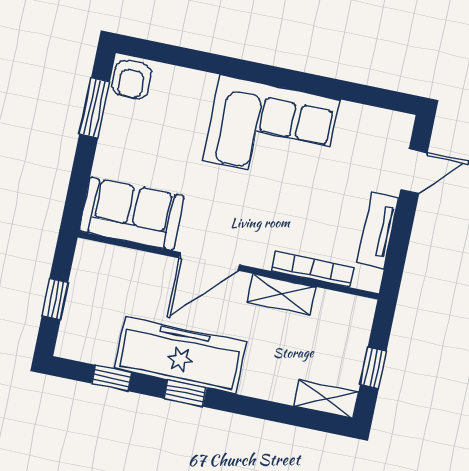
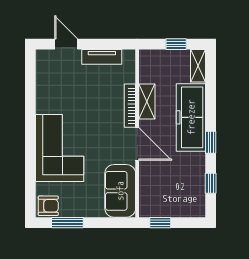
corner sofa: (271, 130) -> (60, 148), moved
bookcase: (312, 269) -> (130, 106), moved
window: (55, 299) -> (160, 223), moved
freezer: (181, 355) -> (191, 117), moved

